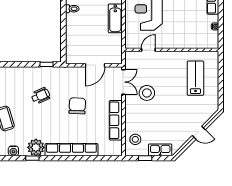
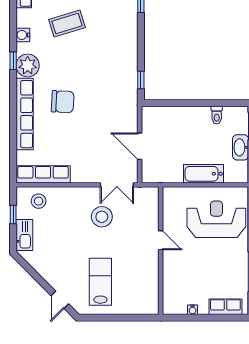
door: (148, 50) -> (161, 240), moved
lab bench: (195, 78) -> (100, 282), moved, turned -90
wheelchair: (41, 96) -> (98, 72), removed
chair: (77, 106) -> (63, 102), moved
row of seats: (116, 120) -> (43, 174), moved
door: (199, 133) -> (60, 300), moved

